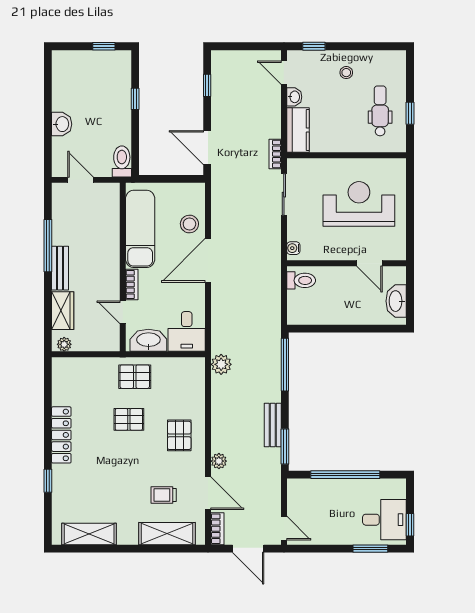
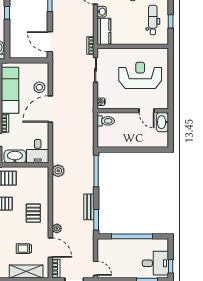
washbasin: (396, 301) -> (162, 122), moved

